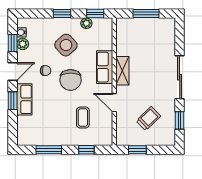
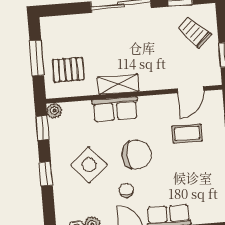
plant: (86, 23) -> (54, 111), moved
pallet: (136, 36) -> (68, 70), added
door: (114, 103) -> (191, 90), moved
trolley: (148, 119) -> (194, 32), moved

